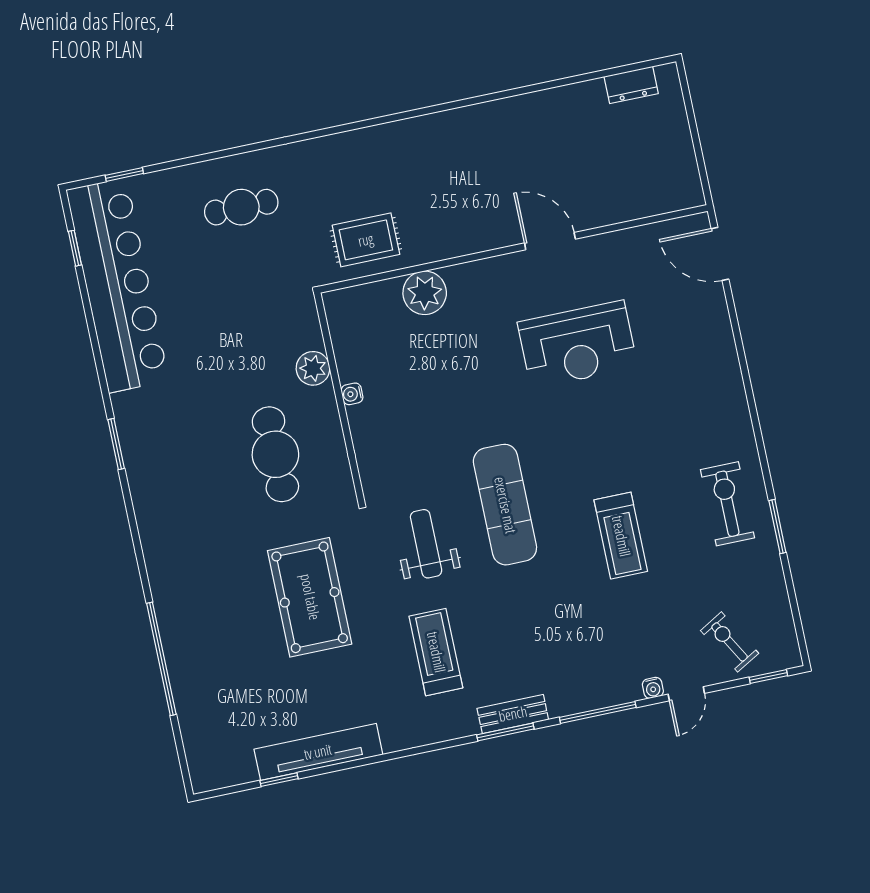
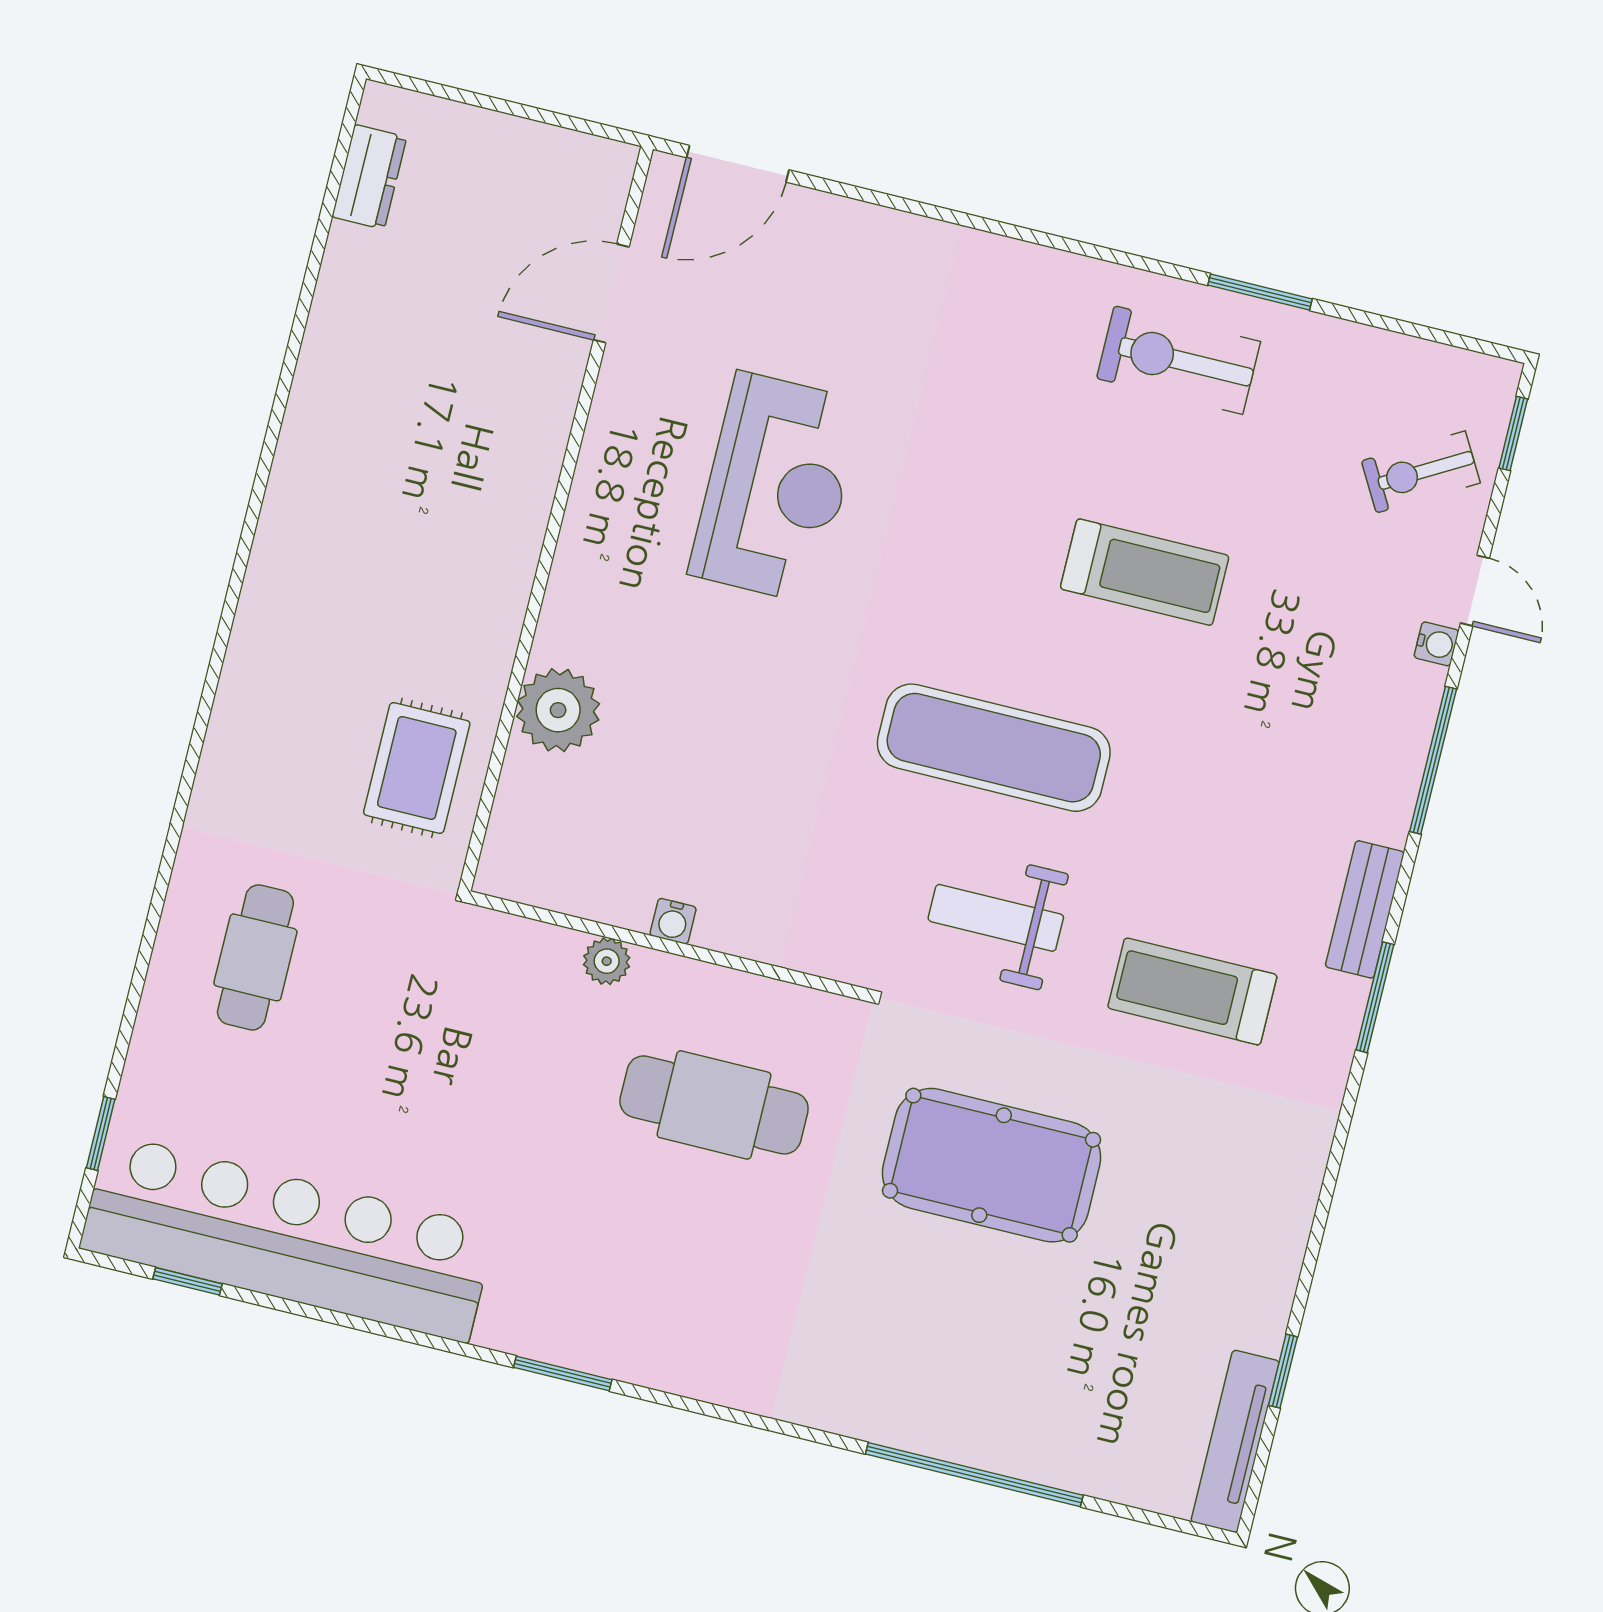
door: (550, 241) -> (611, 293), moved
plant: (313, 368) -> (607, 961), width x0.73, depth x0.73
window: (505, 732) -> (1375, 997), moved
tv unit: (318, 752) -> (1235, 1441), moved, width x0.73, depth x0.78

